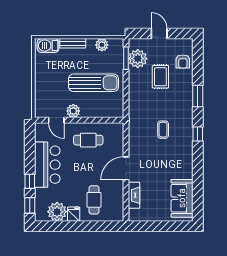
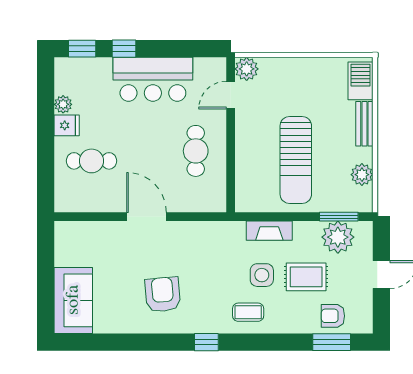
window: (198, 96) -> (332, 342), moved
side table: (159, 102) -> (262, 275), added
plant: (73, 111) -> (247, 69), moved
coffee table: (163, 130) -> (248, 312), moved
armchair: (171, 159) -> (163, 295), added
fireplace: (134, 195) -> (269, 231), moved
sofa: (182, 198) -> (73, 300), moved, turned 90
plant: (57, 212) -> (63, 104), width x0.53, depth x0.53

